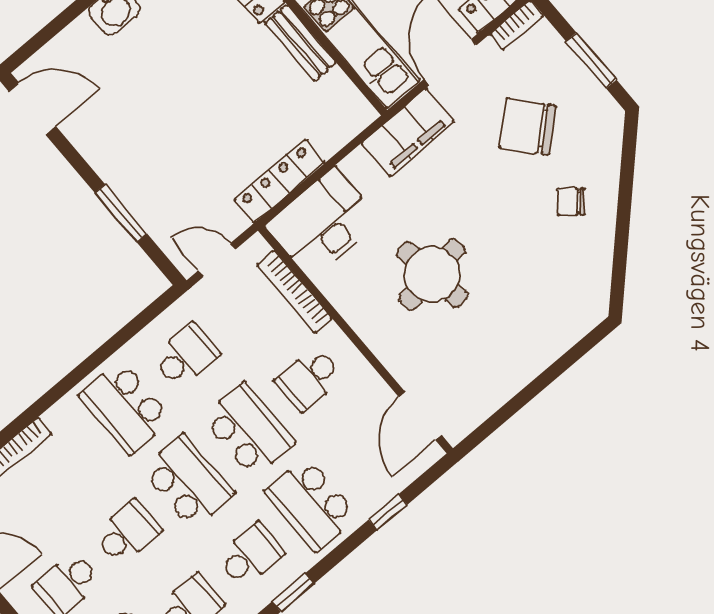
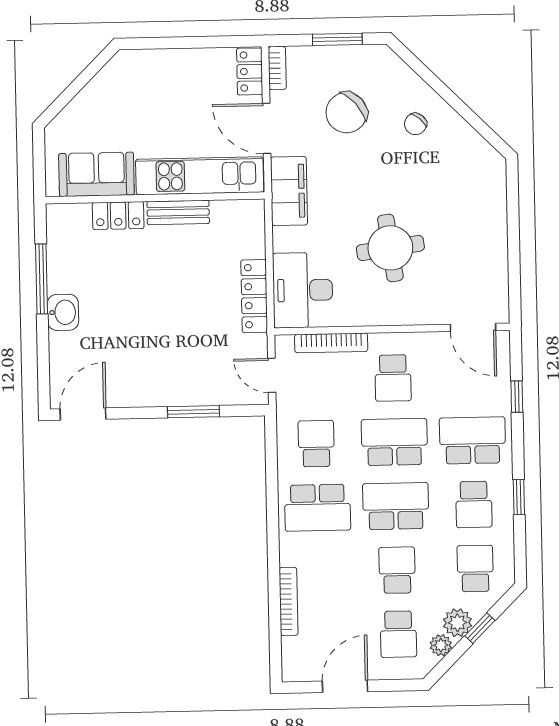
door: (217, 260) -> (272, 375), hinge flipped
school desk: (311, 504) -> (473, 440), turned 180
school desk: (251, 555) -> (474, 504), turned 180

